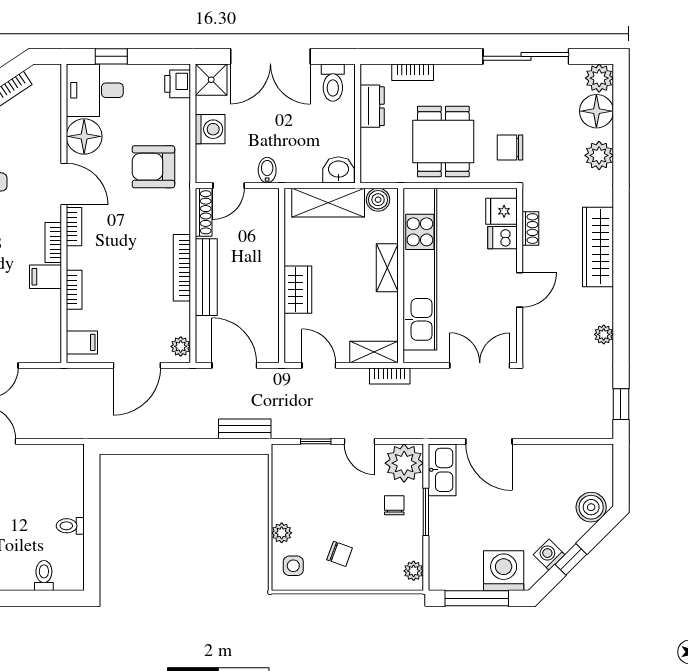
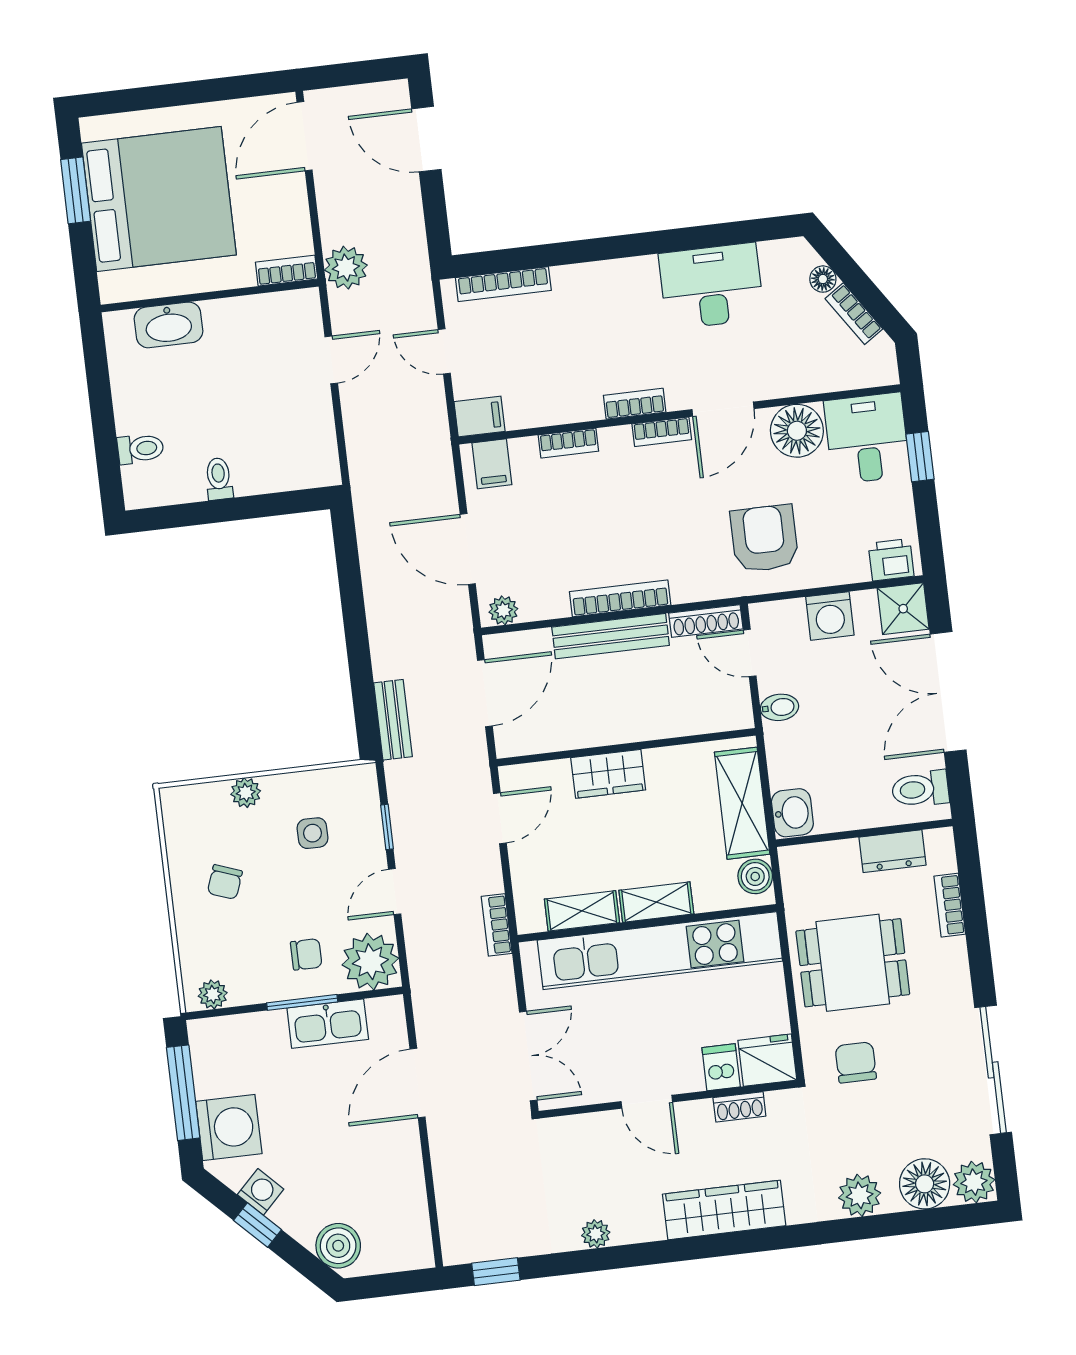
fridge: (502, 211) -> (767, 1060), width x1.38
filing cabinet: (45, 277) -> (480, 417), moved, turned 90
shelving: (374, 352) -> (582, 911), moved, turned 90
kitchen sink: (442, 470) -> (328, 1024), moved
side table: (293, 566) -> (313, 833), moved

